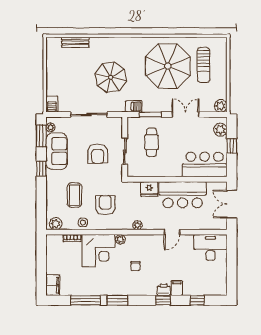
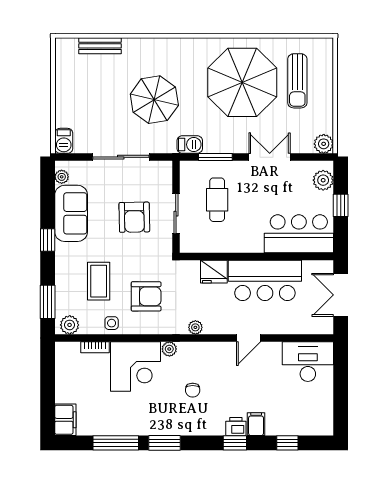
window: (41, 136) -> (48, 302), moved
armchair: (105, 205) -> (146, 296), turned 90

